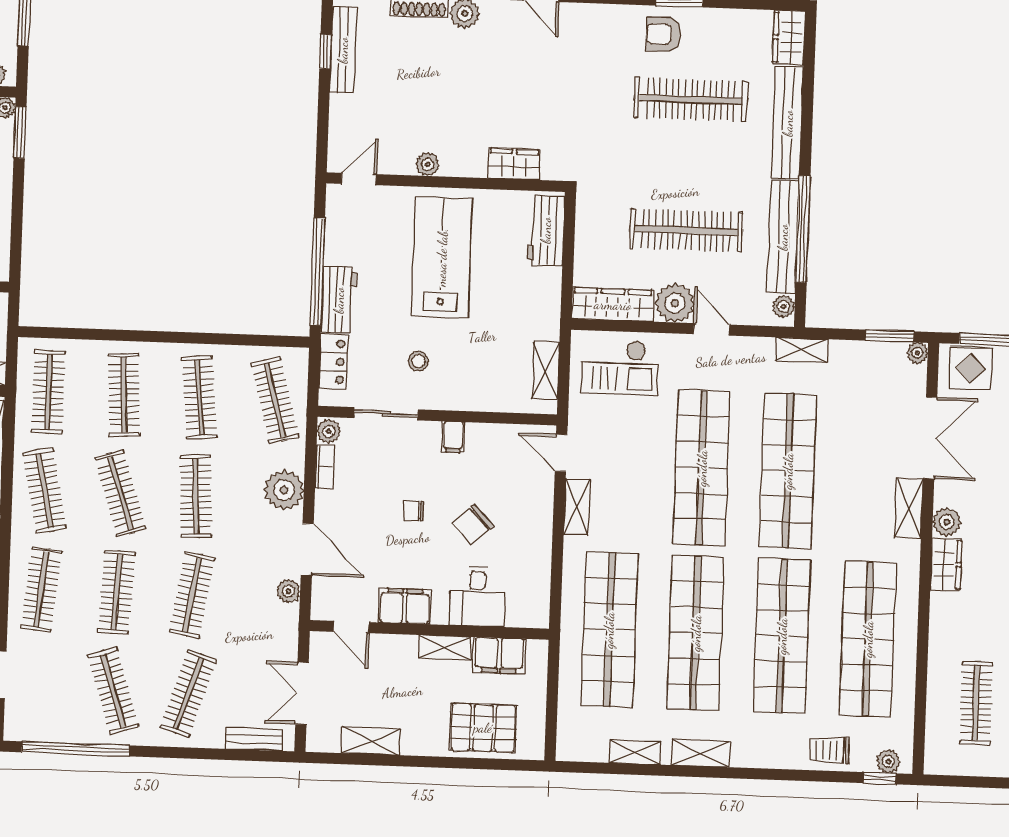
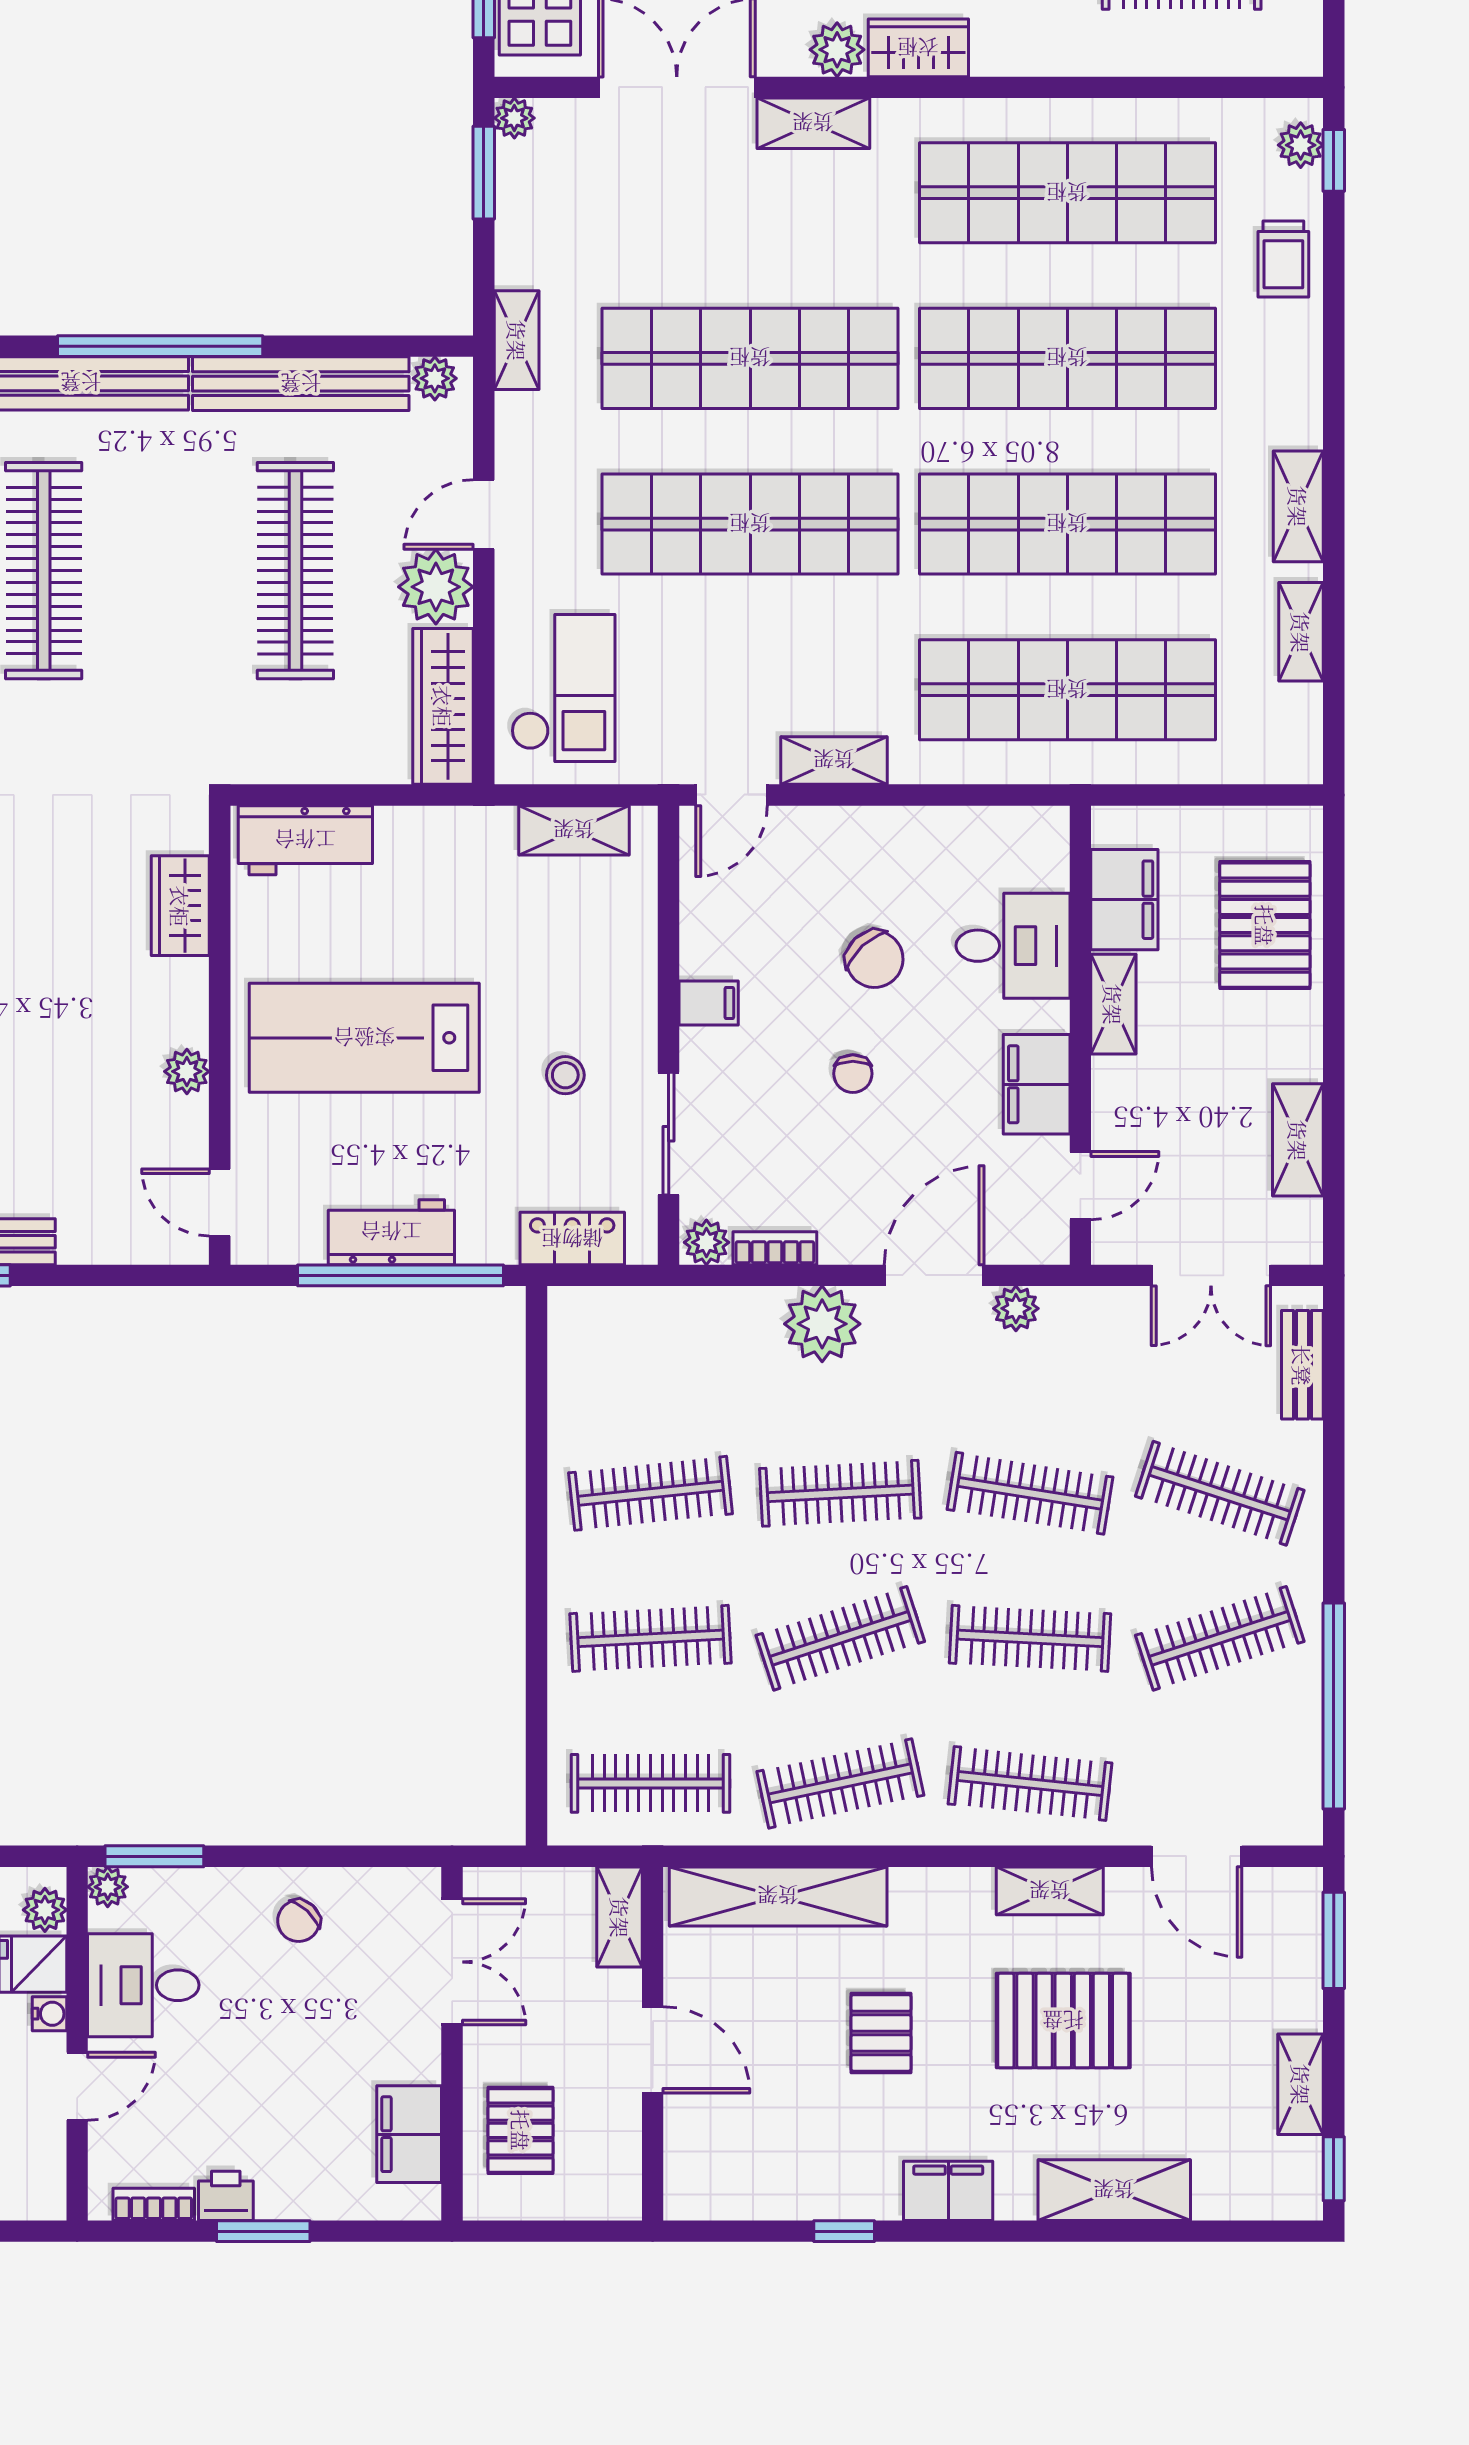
window: (803, 229) -> (160, 346), moved
workbench: (339, 300) -> (391, 1232), moved
clothes rail: (275, 400) -> (651, 1348), removed

